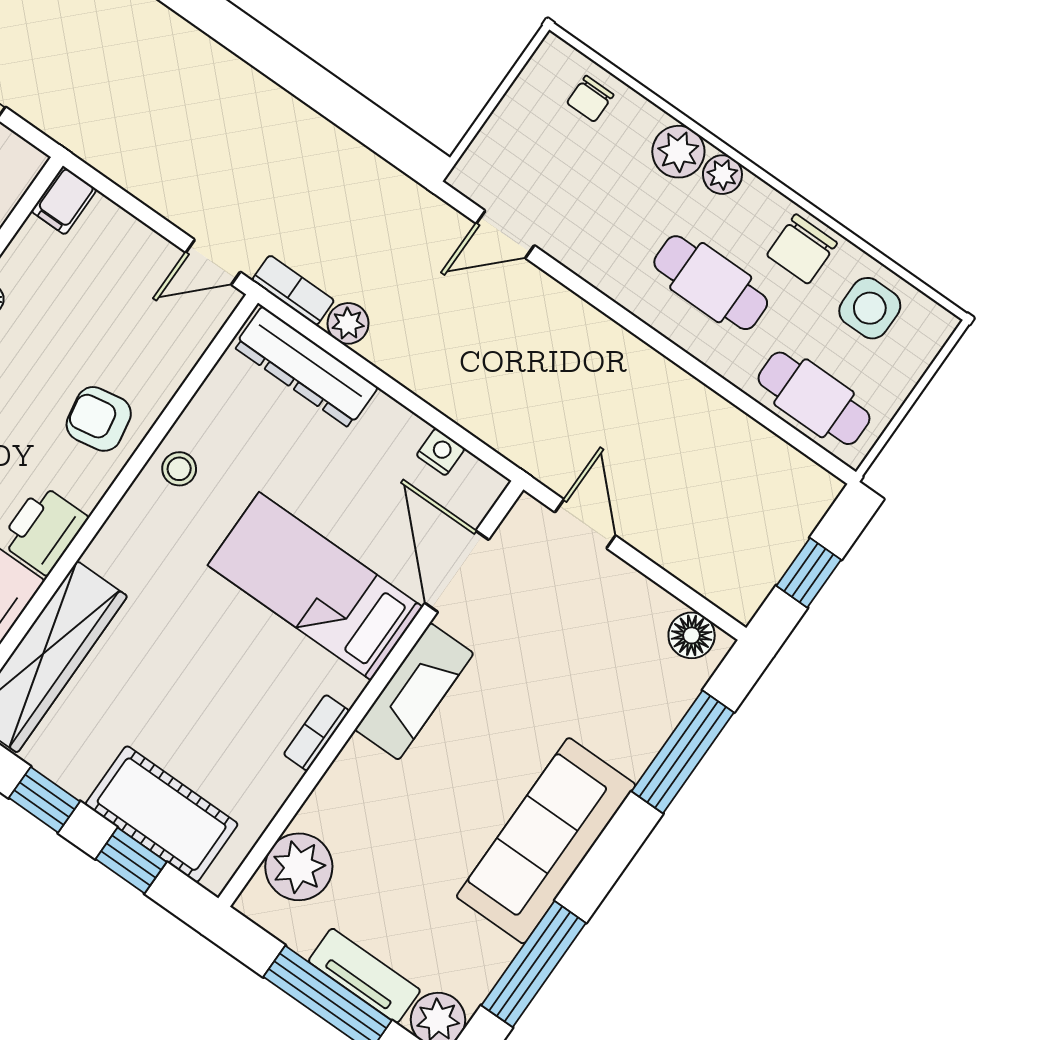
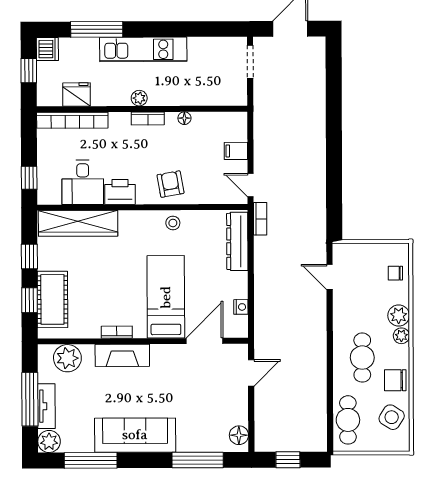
filing cabinet: (64, 200) -> (236, 151), moved
side table: (870, 308) -> (392, 417), turned 32
plant: (348, 323) -> (262, 245), removed
fireplace: (414, 691) -> (122, 355), moved

